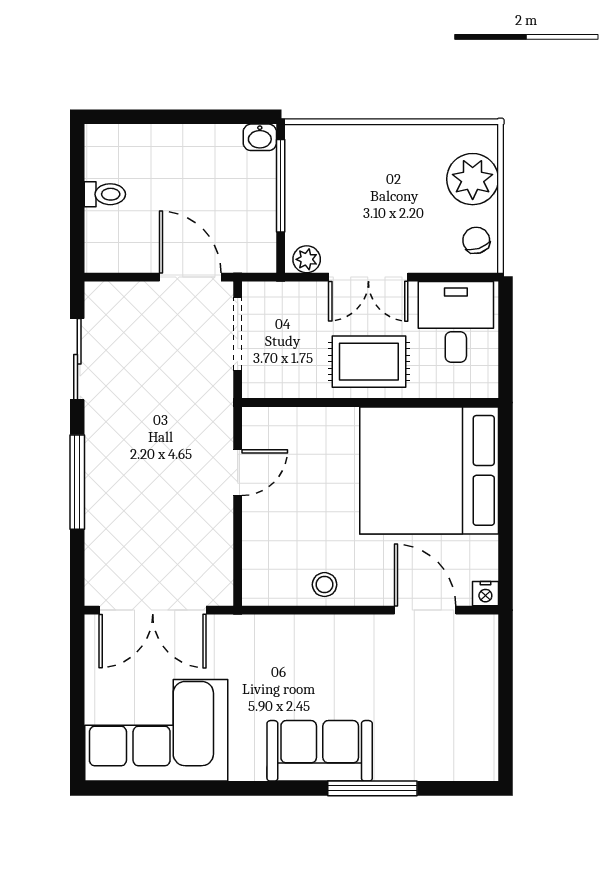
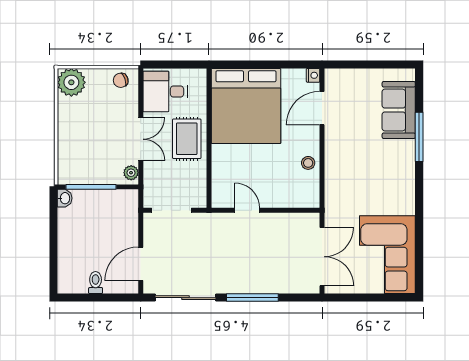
plant: (473, 179) -> (71, 82), moved
door: (190, 277) -> (141, 264), moved
sliding door: (77, 359) -> (185, 298), width x1.37
sofa: (320, 751) -> (399, 110), moved

